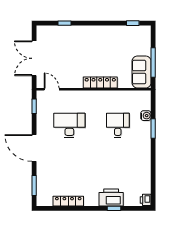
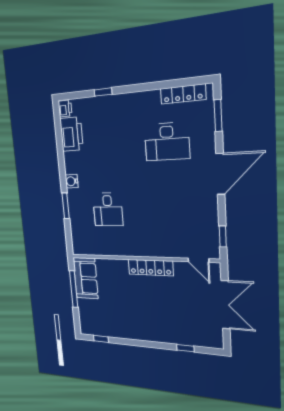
locker: (100, 83) -> (151, 268), moved
water cooler: (146, 116) -> (72, 181), moved
desk: (69, 125) -> (167, 142), moved
door: (34, 148) -> (220, 174), hinge flipped
printer: (111, 198) -> (72, 134), moved, turned -90
locker: (68, 201) -> (183, 94), moved

